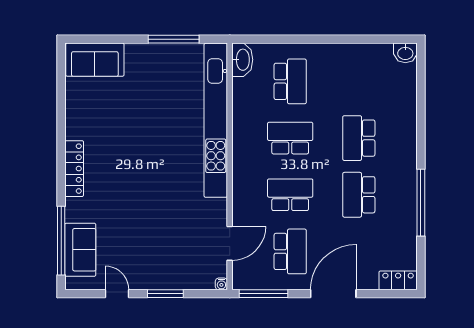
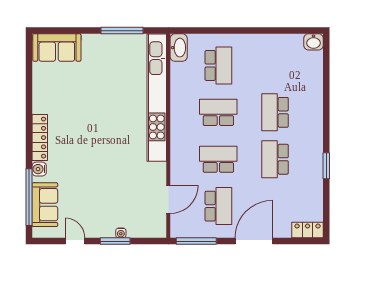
window: (421, 203) -> (326, 166), width x0.47
water cooler: (73, 207) -> (39, 169), added
water cooler: (221, 284) -> (121, 233), moved

